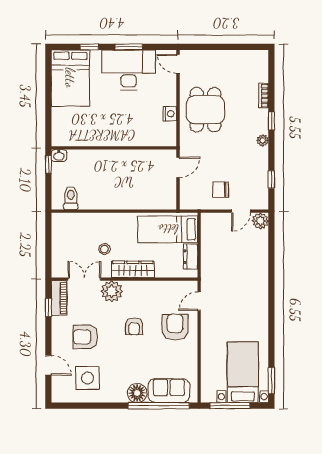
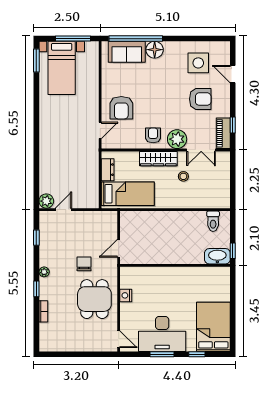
washbasin: (59, 156) -> (217, 256), width x1.91, depth x1.45
chair: (221, 190) -> (84, 264), moved, turned -90
armchair: (134, 326) -> (153, 135), moved

